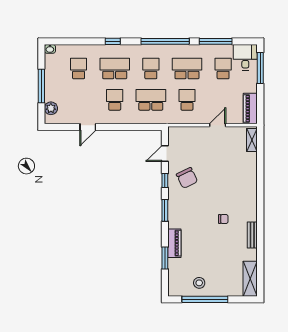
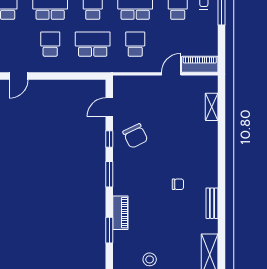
piano: (250, 109) -> (200, 64), moved, turned 90
shelving: (252, 140) -> (212, 107), moved

